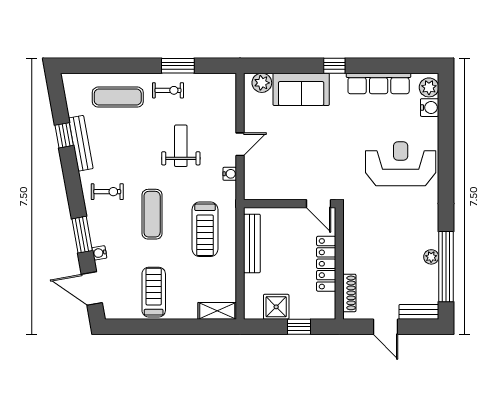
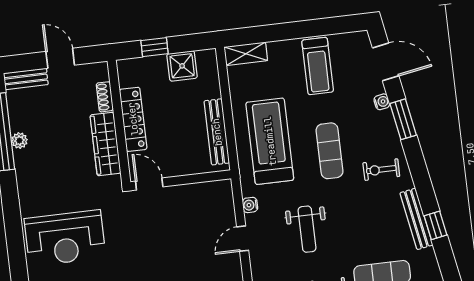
treadmill: (205, 229) -> (270, 141), width x1.37, depth x1.38
wardrobe: (354, 244) -> (105, 144), added
shoe rack: (349, 293) -> (105, 97), width x0.70

